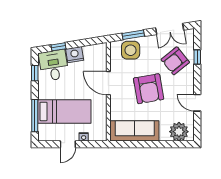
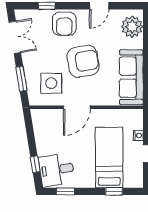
side table: (131, 50) -> (51, 83), moved
nightstand: (75, 55) -> (44, 146), removed
armchair: (175, 61) -> (64, 24), moved, turned 39
window: (35, 116) -> (114, 191), width x0.46

